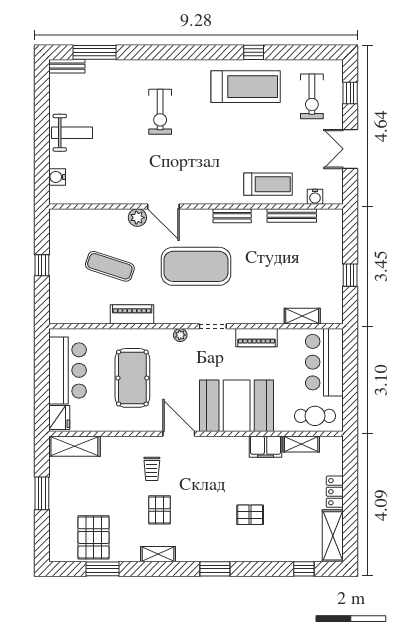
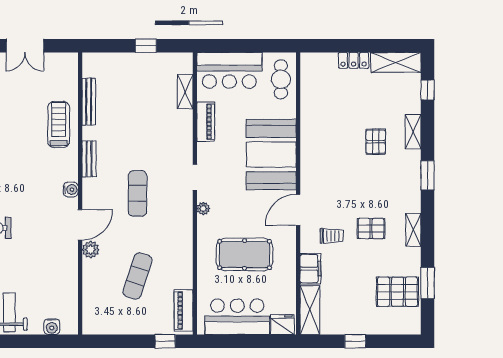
water cooler: (315, 197) -> (71, 190), moved
window: (42, 265) -> (165, 341), moved
exercise mat: (196, 266) -> (137, 193), width x0.50, depth x0.69
piano: (132, 314) -> (184, 310), moved
piano: (257, 338) -> (206, 122), moved
shelving: (301, 444) -> (413, 132), moved
filing cabinet: (266, 447) -> (310, 269), moved
window: (42, 493) -> (355, 341), width x0.67

